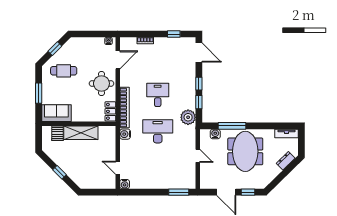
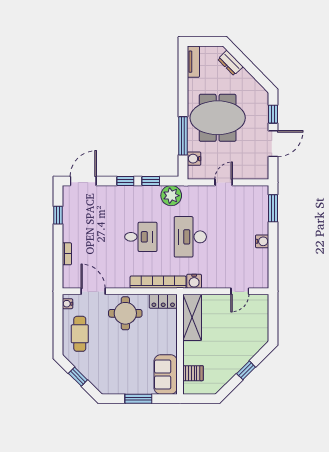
cafe table: (64, 71) -> (80, 334), moved
desk: (158, 95) -> (141, 237), turned 180
shelving: (81, 133) -> (192, 317), moved
water cooler: (125, 184) -> (262, 241), moved

